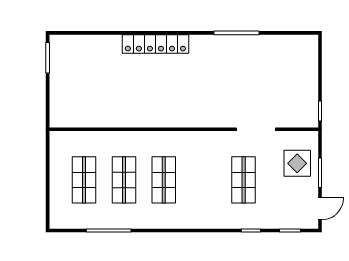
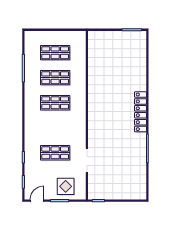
locker: (155, 44) -> (140, 112), moved
door: (320, 209) -> (37, 201), swing flipped

